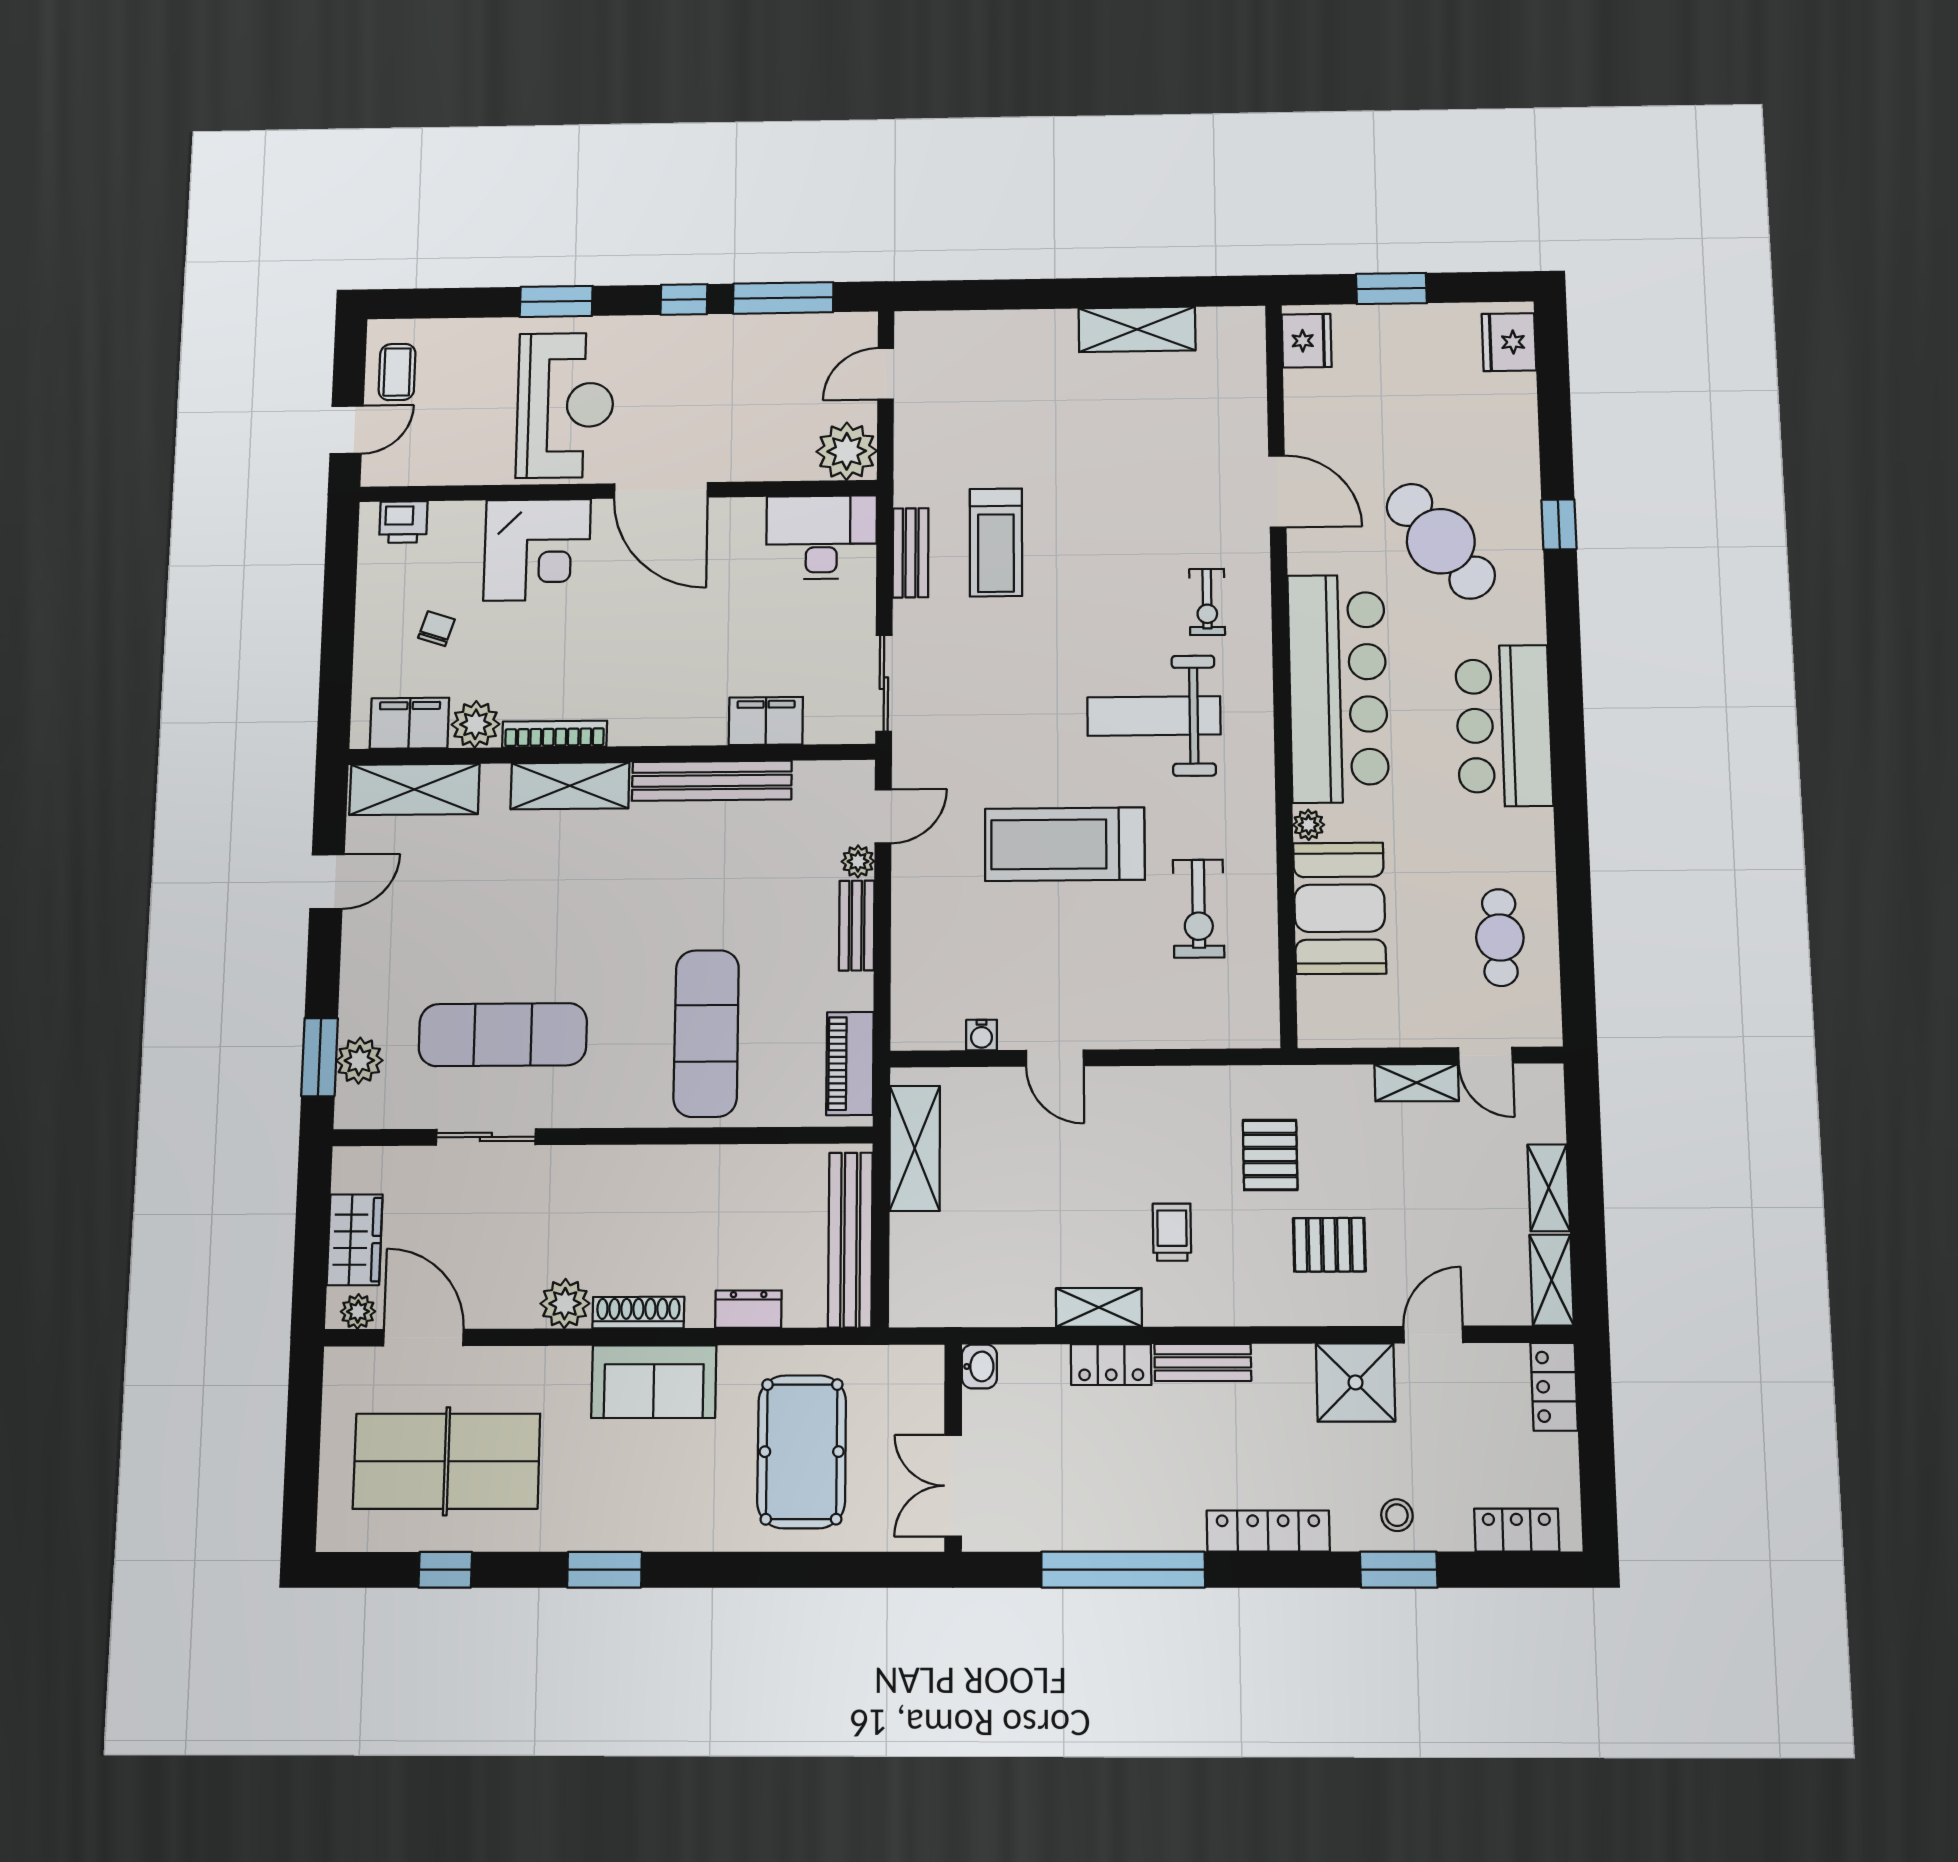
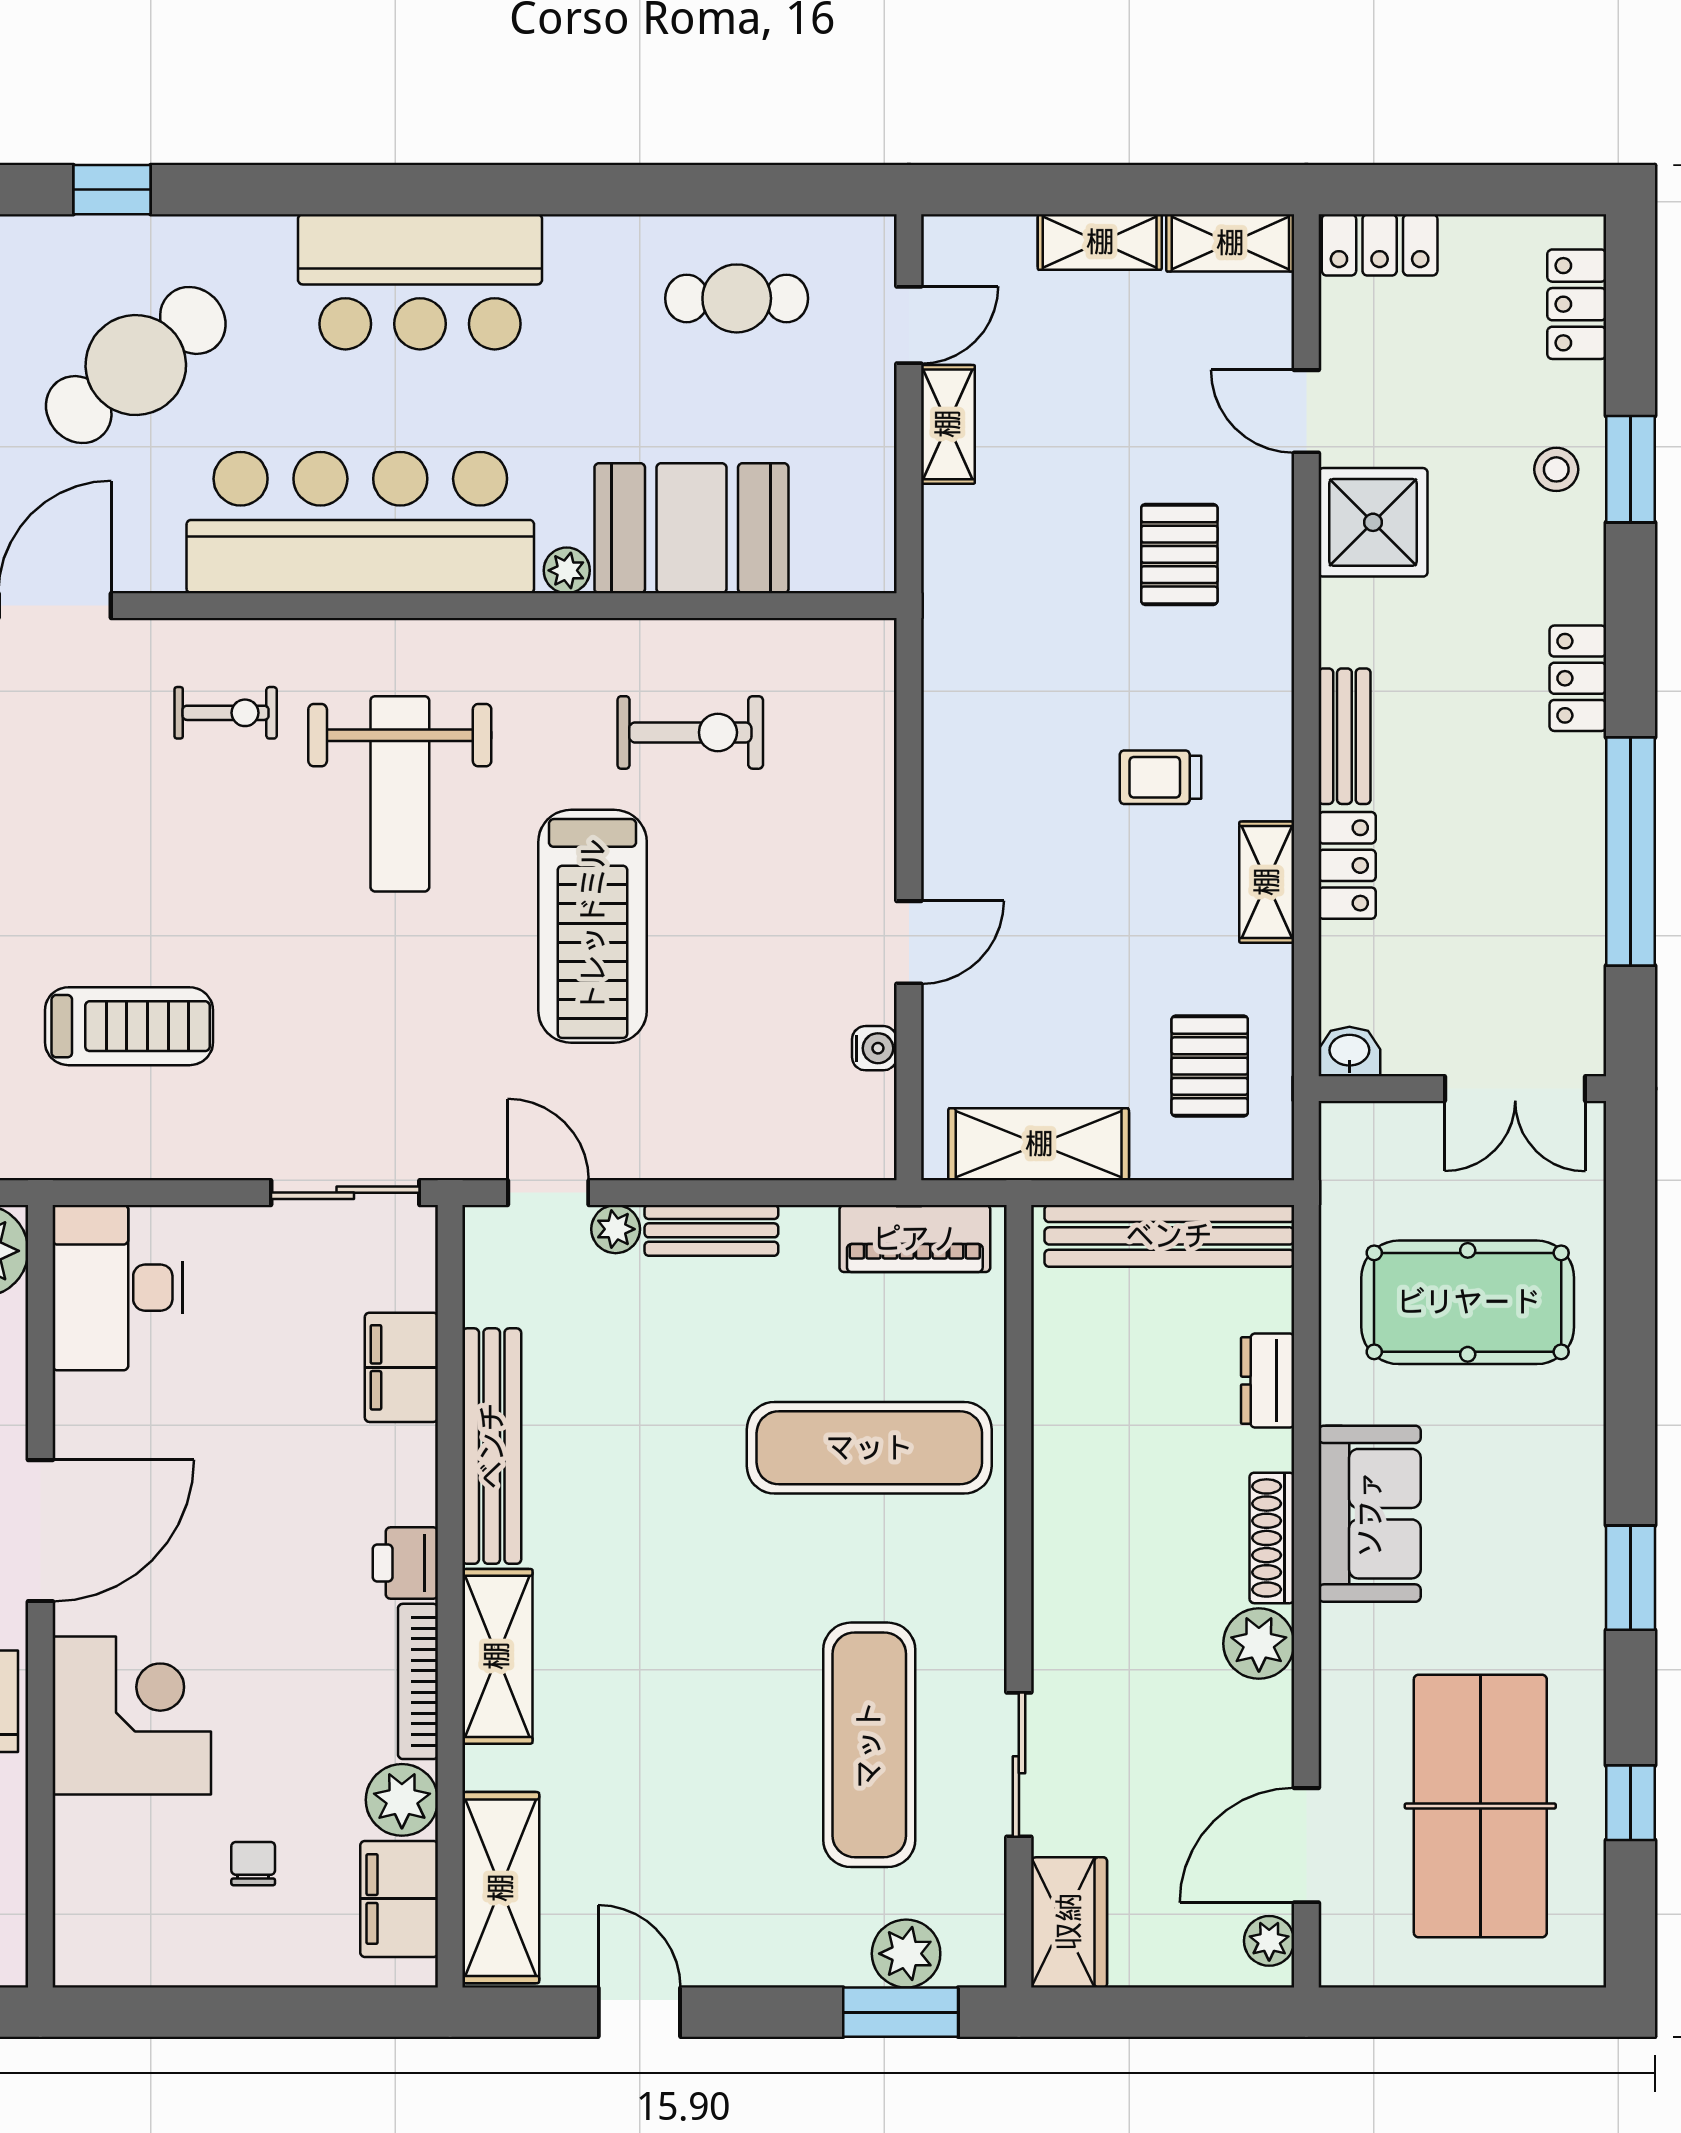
printer: (403, 522) -> (405, 1563), moved, turned 180
bench: (911, 553) -> (144, 1154), removed
chair: (436, 629) -> (253, 1864), turned 72
pallet: (1270, 1155) -> (1210, 1066), moved, turned 90
wardrobe: (355, 1240) -> (1069, 1922), moved, turned 90
locker: (1268, 1531) -> (1578, 678), width x0.66

